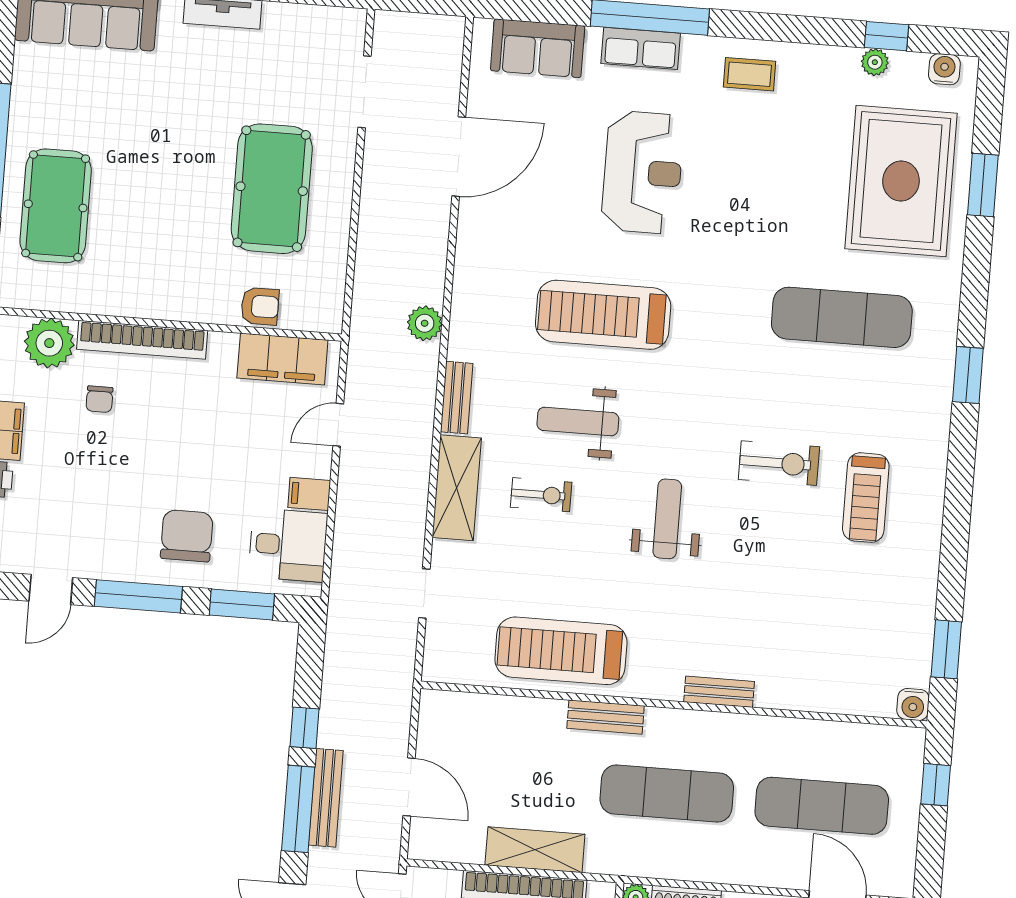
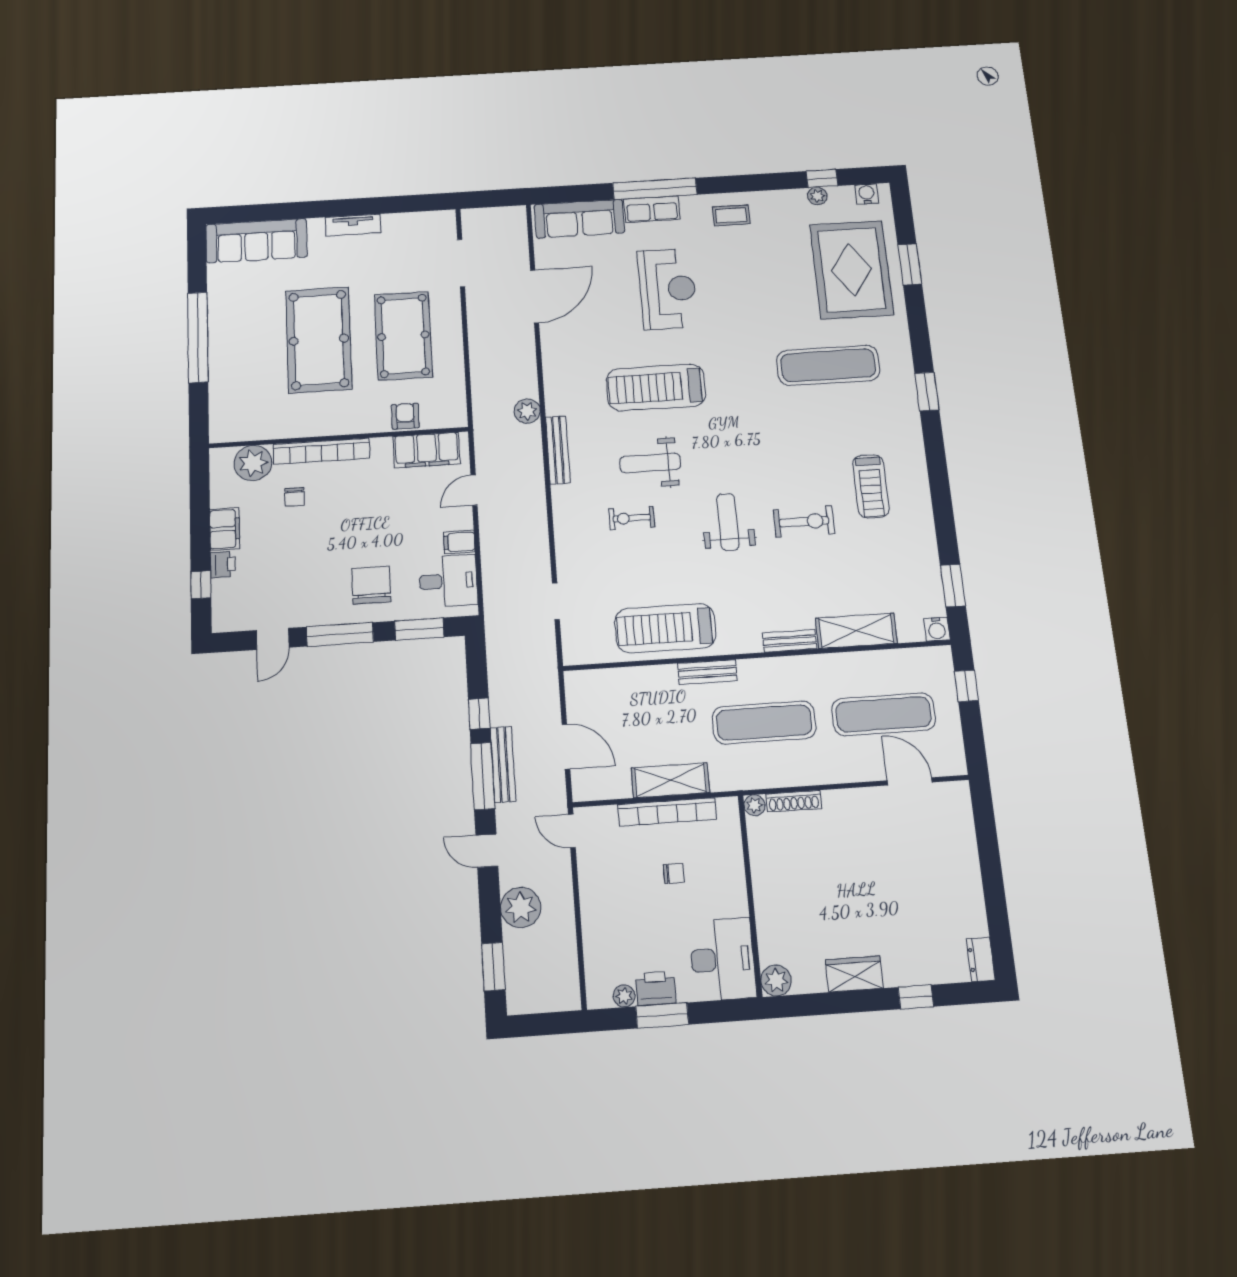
sofa: (538, 48) -> (579, 219), width x1.36
pool table: (56, 206) -> (319, 340), moved, width x1.36, depth x1.32
armchair: (260, 306) -> (405, 416), turned -90
bench: (457, 398) -> (558, 450), width x1.36
exercise bike: (779, 463) -> (804, 522), moved
shelving: (457, 488) -> (856, 631), moved, turned 90
exercise bike: (541, 495) -> (632, 518), turned 180

